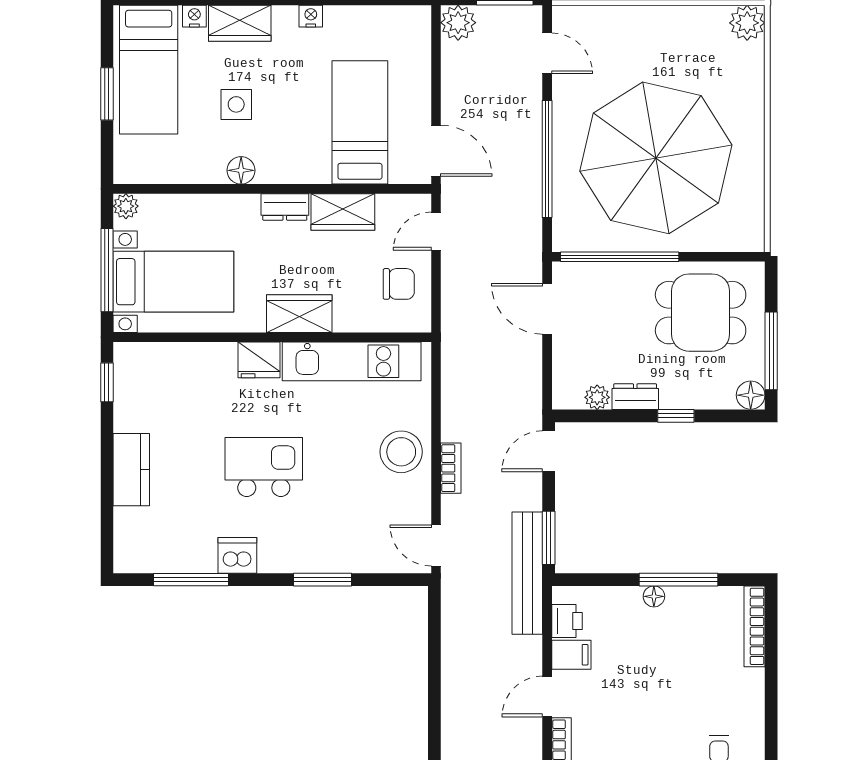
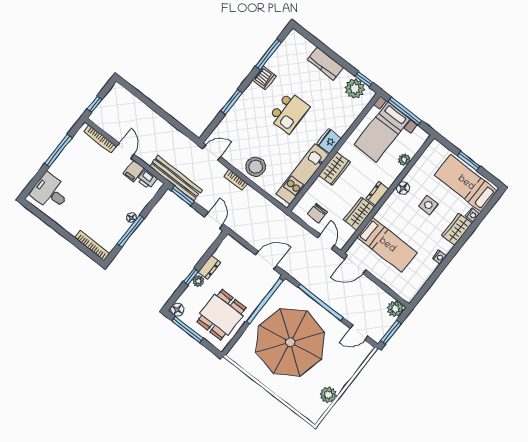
plant: (747, 23) -> (328, 395), moved
plant: (126, 206) -> (404, 160), moved
plant: (135, 386) -> (355, 89), added
plant: (597, 397) -> (198, 281), moved

